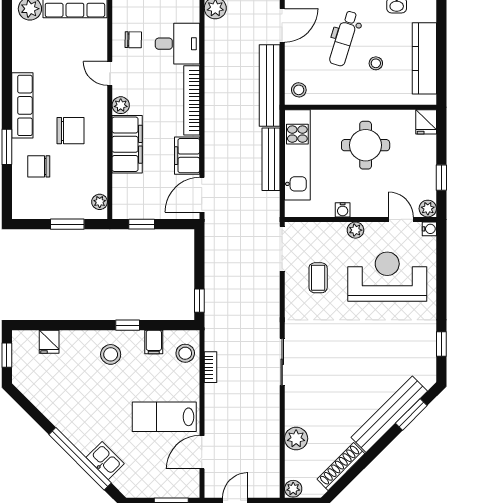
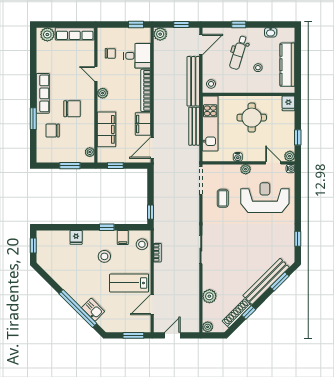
filing cabinet: (127, 144) -> (106, 129), moved
fridge: (49, 342) -> (76, 237), moved
stool: (111, 354) -> (104, 256), moved
window: (361, 465) -> (249, 312), added

